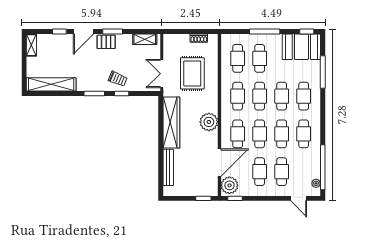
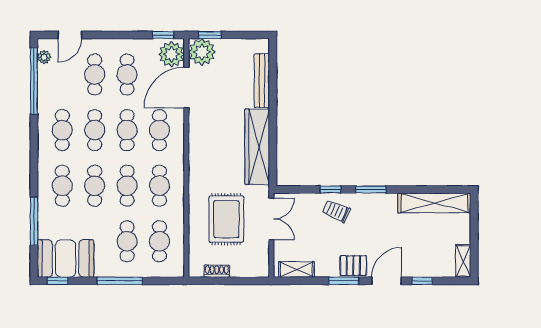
plant: (209, 122) -> (202, 52), moved
door: (299, 198) -> (70, 35), swing flipped

